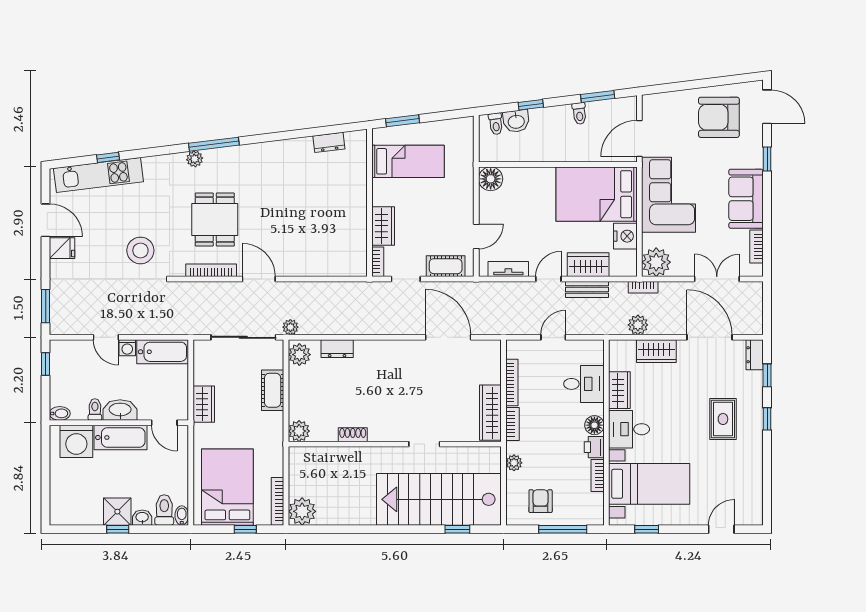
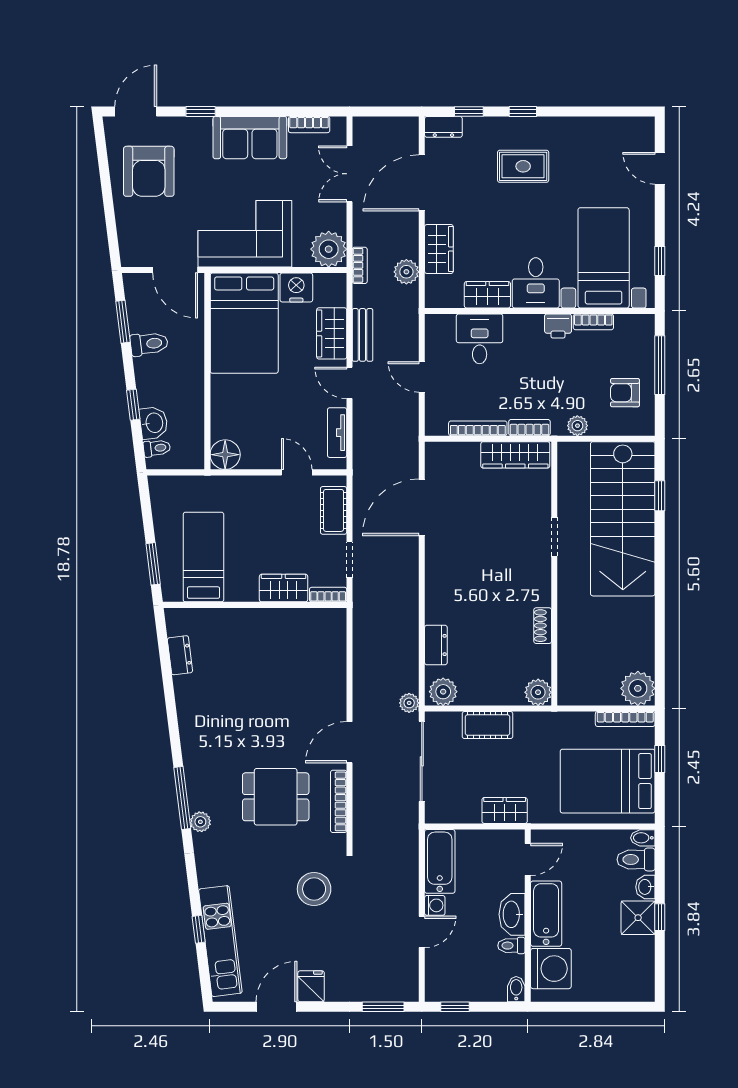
toilet: (579, 113) -> (149, 344), width x1.37, depth x1.39
floor lamp: (594, 425) -> (531, 326), removed

